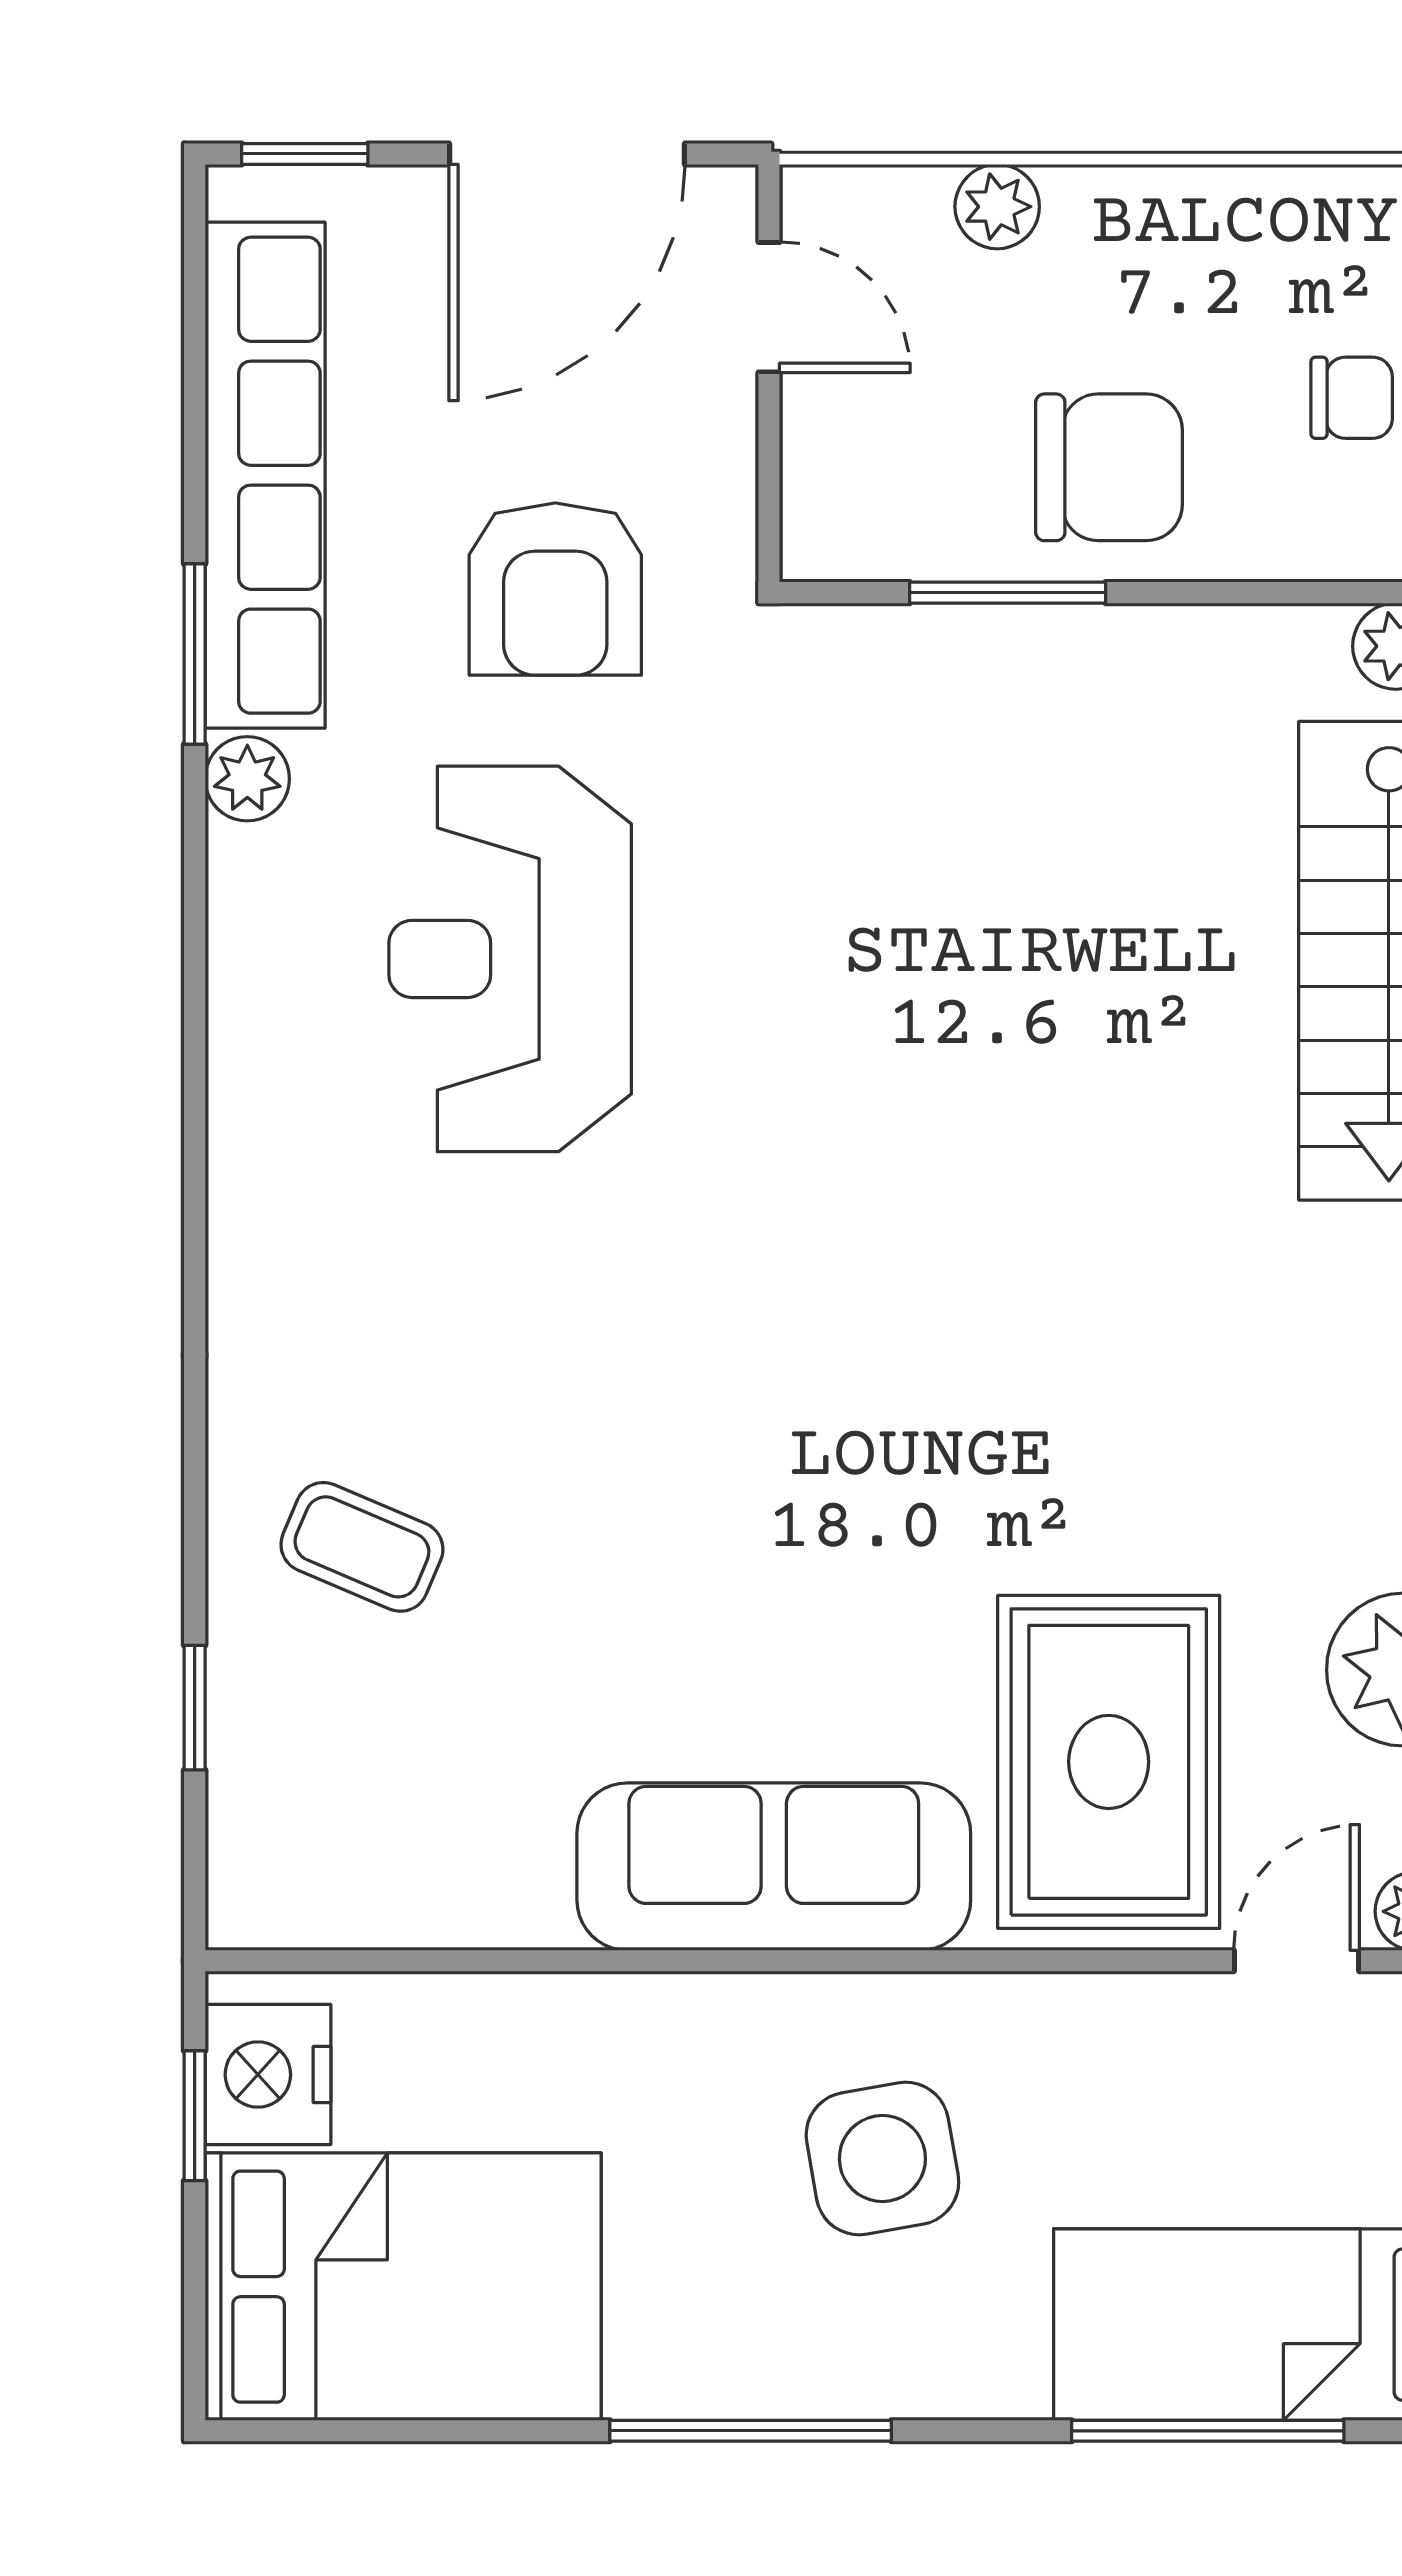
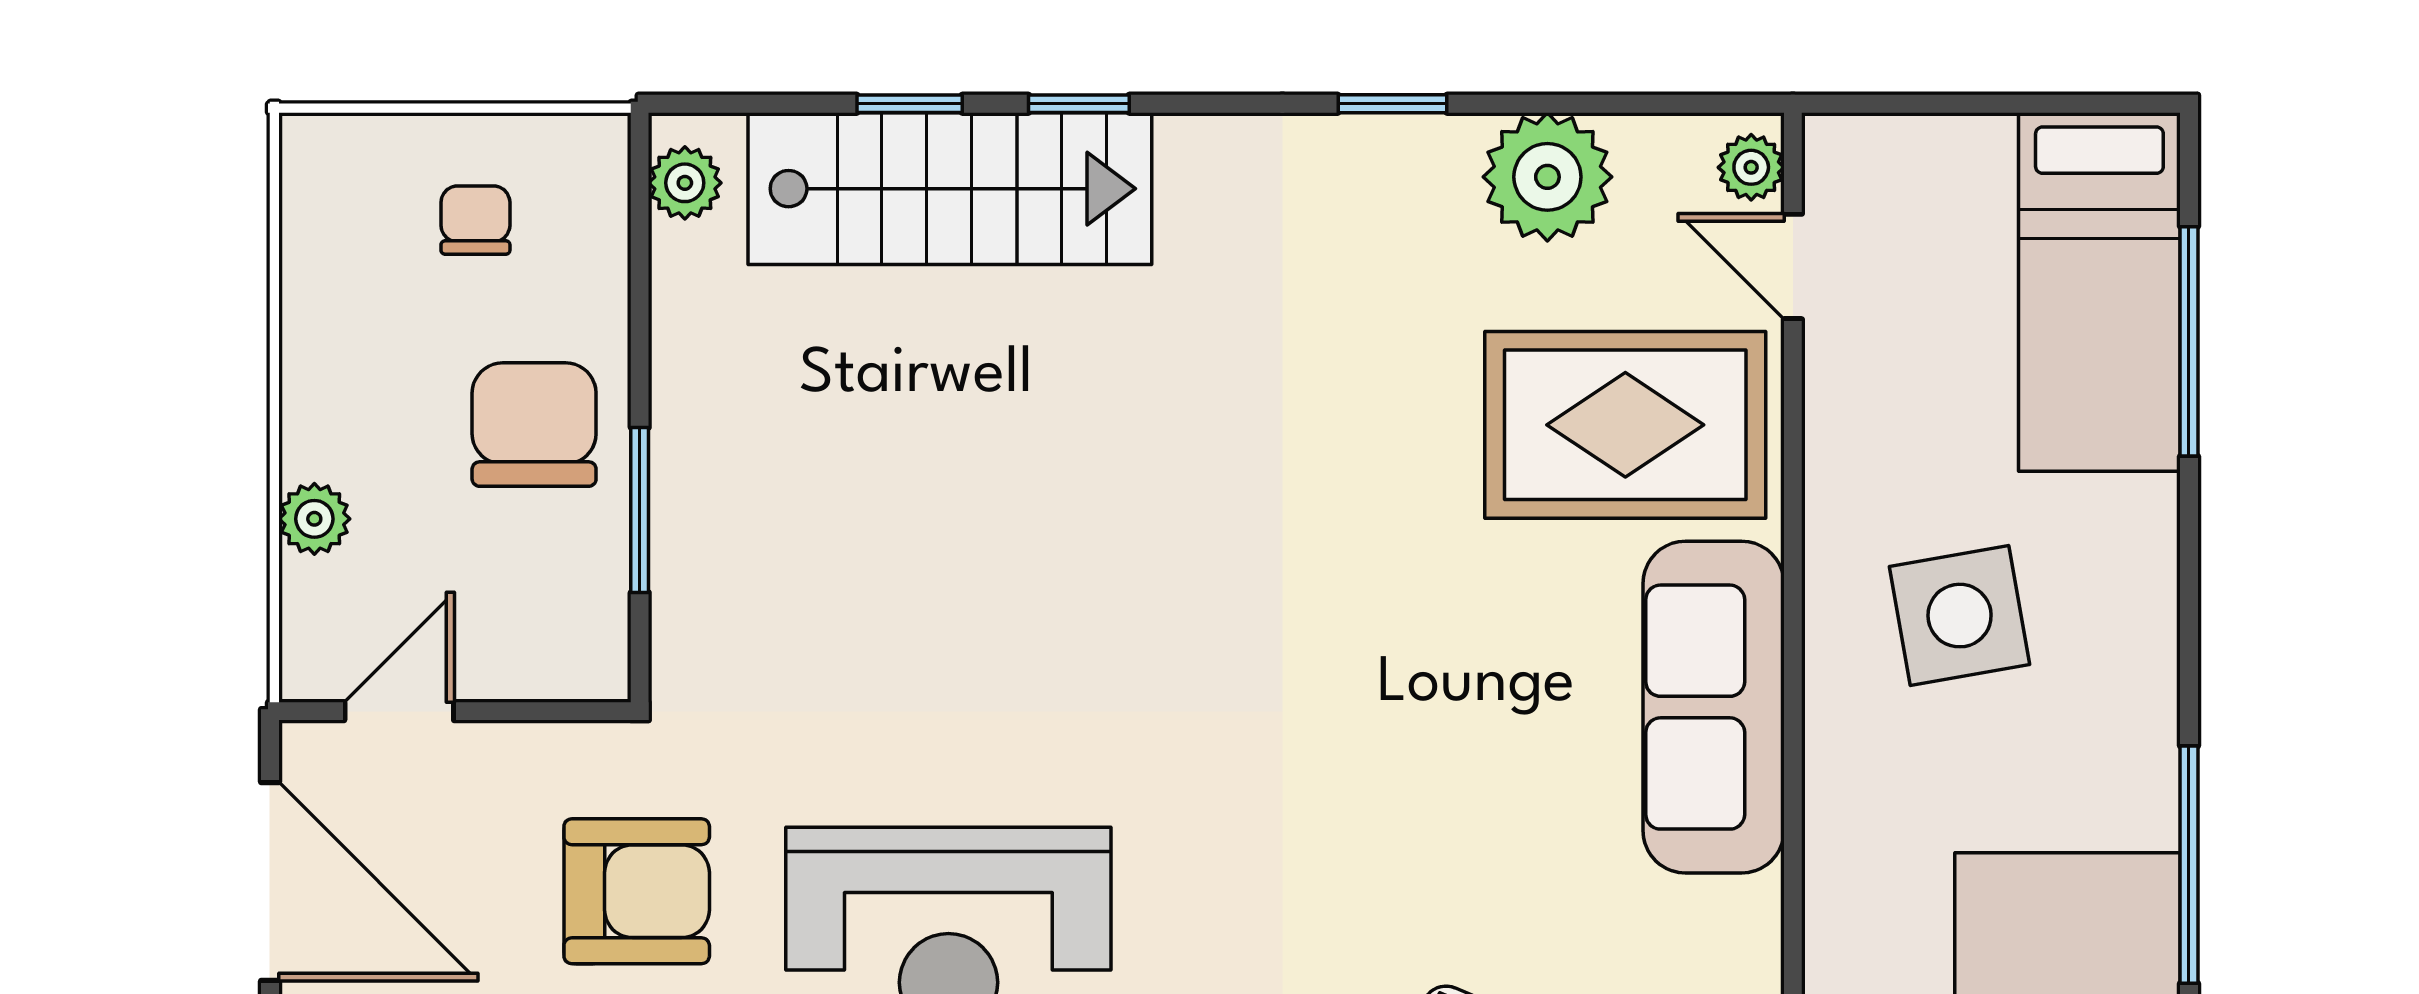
window: (751, 2431) -> (2189, 865), moved

